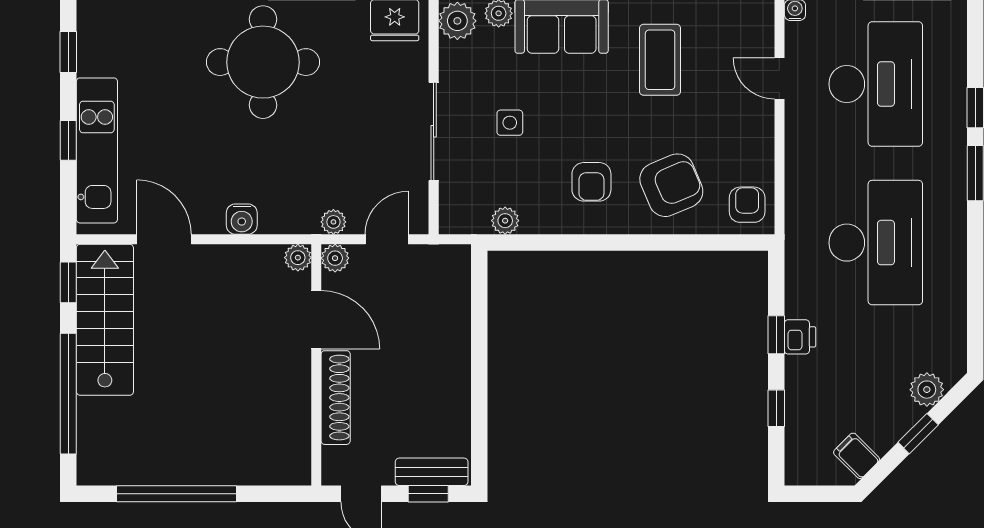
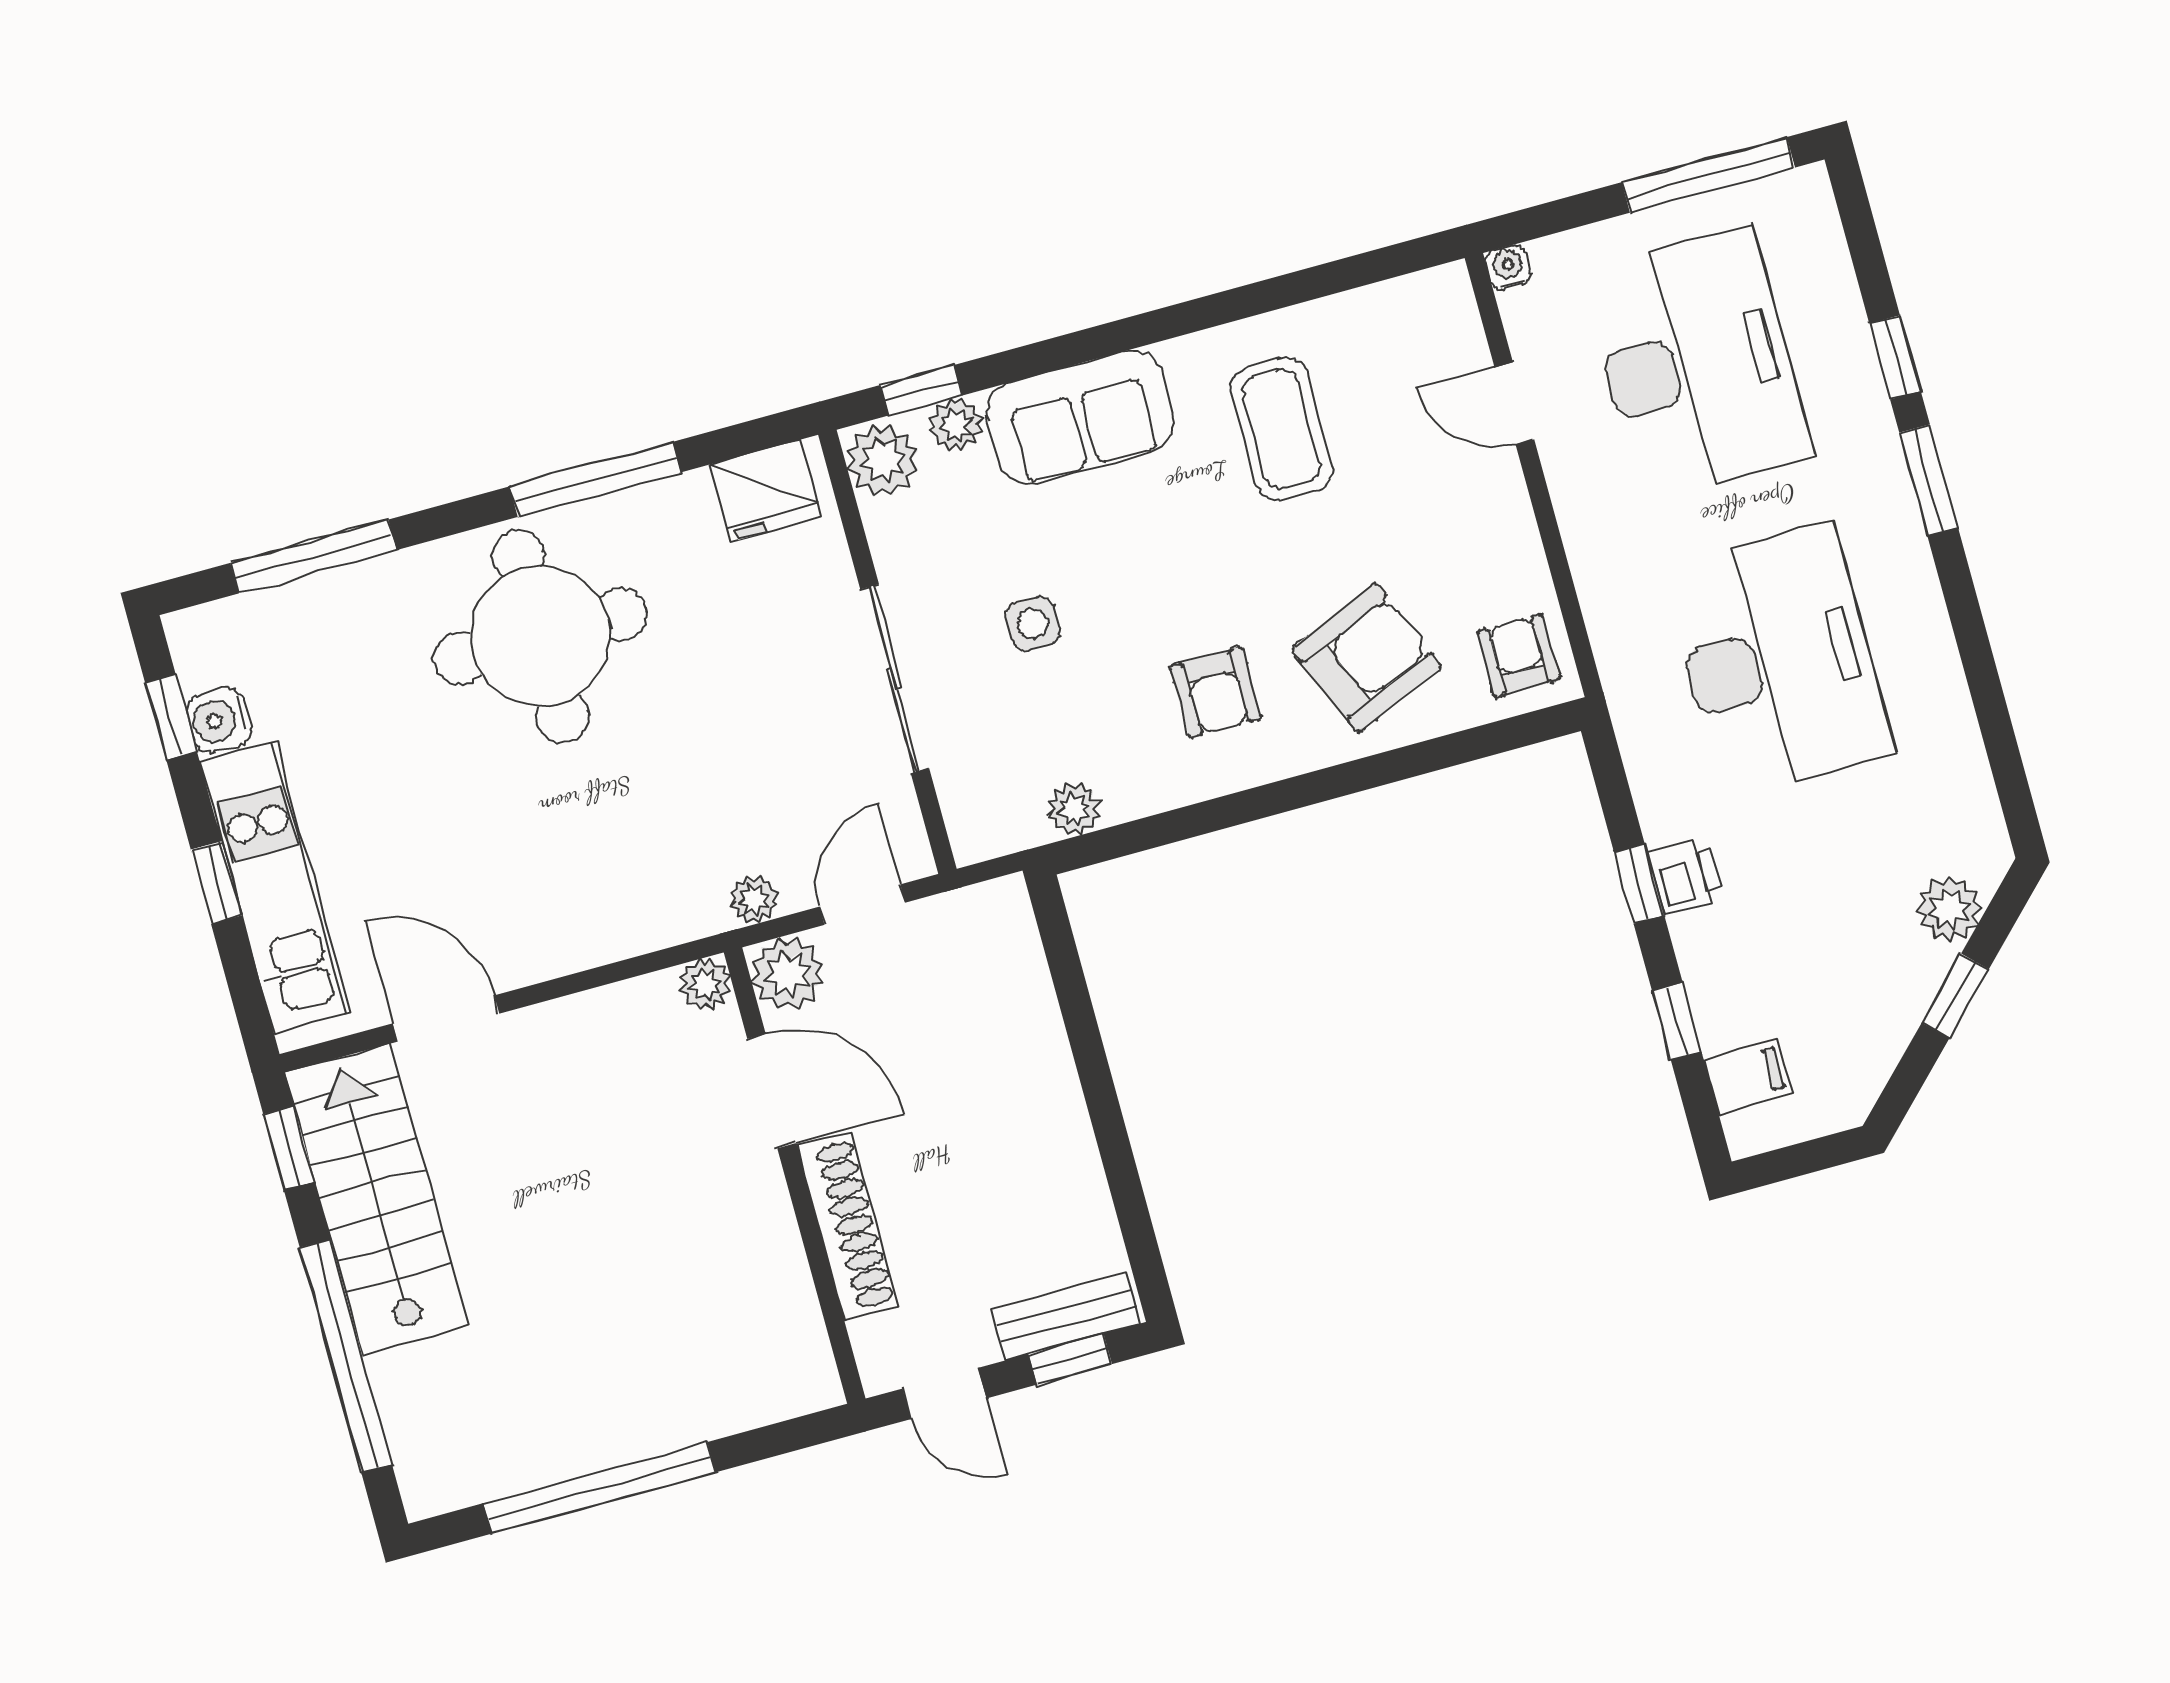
water cooler: (242, 219) -> (219, 720), moved, turned 90
plant: (335, 258) -> (788, 973), width x1.38, depth x1.38
filing cabinet: (857, 456) -> (1748, 1076), moved, turned 135

